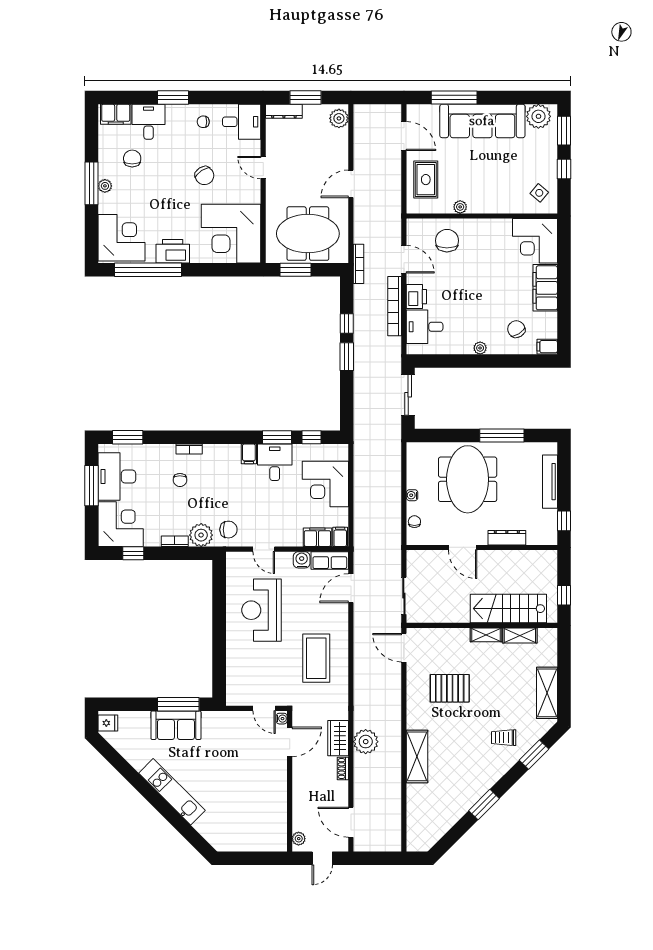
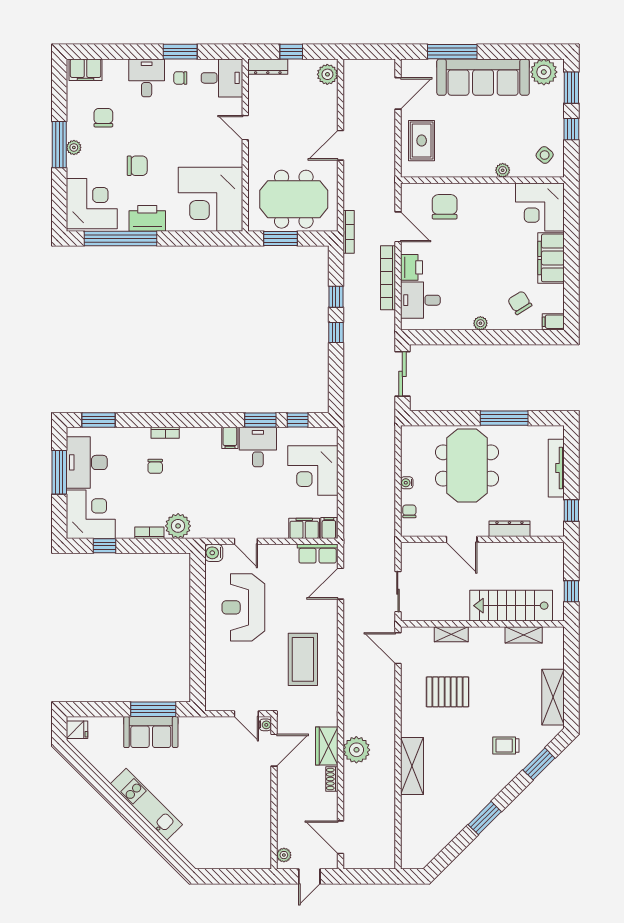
window: (173, 97) -> (180, 52), moved
window: (306, 97) -> (291, 52), width x0.67
desk: (149, 122) -> (147, 78), moved
door: (404, 136) -> (398, 93), hinge flipped
chair: (204, 176) -> (137, 166), moved, turned -57
plant: (460, 207) -> (503, 170), moved
window: (347, 357) -> (336, 333), width x0.67
chair: (228, 530) -> (208, 520), removed
water cooler: (302, 560) -> (214, 553), moved, turned -90
shelving: (486, 635) -> (451, 634), moved

